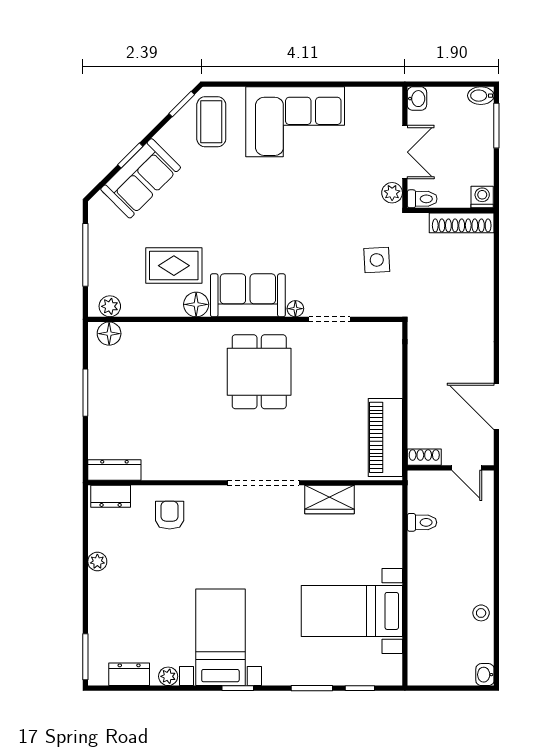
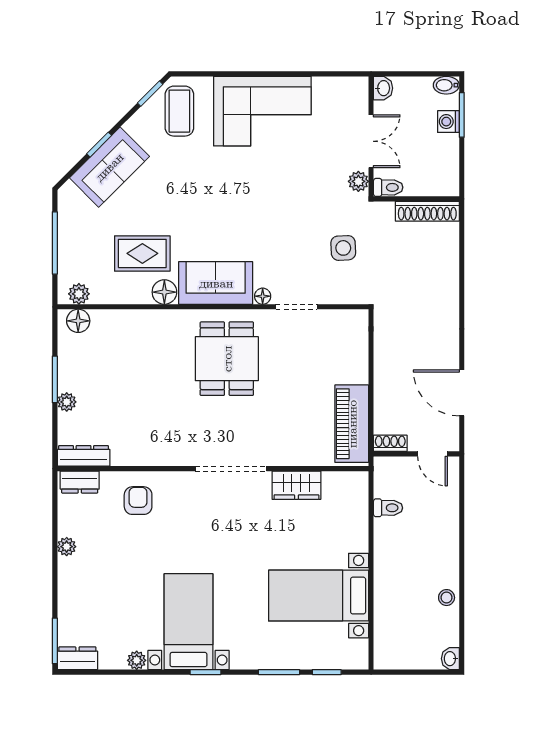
washing machine: (482, 197) -> (448, 122), moved, turned -90
plant: (97, 415) -> (67, 402), added
dresser: (129, 674) -> (77, 658), moved

